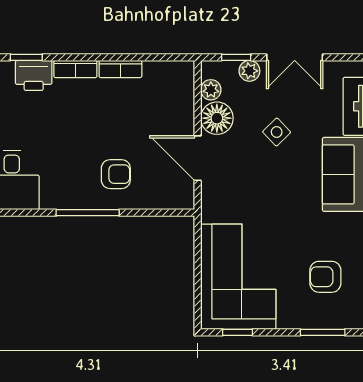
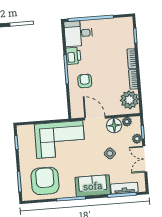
printer: (34, 75) -> (73, 56), moved, turned 180
plant: (164, 81) -> (129, 100), added
door: (198, 158) -> (95, 118), hinge flipped
armchair: (116, 174) -> (85, 81), turned 180
corner sofa: (238, 277) -> (60, 139), moved
armchair: (325, 277) -> (45, 181), width x1.88, depth x1.88

